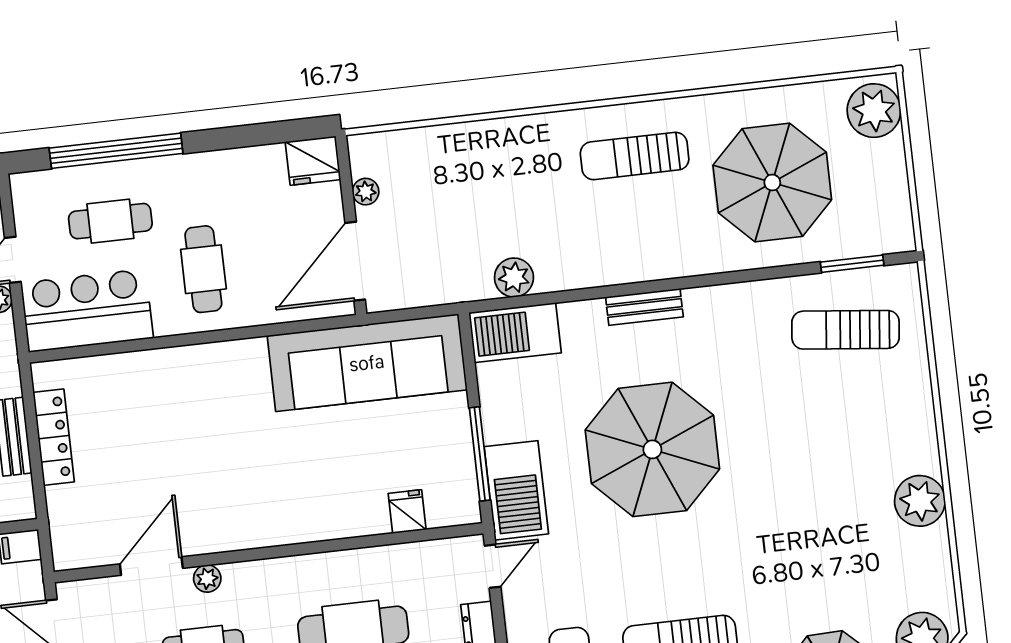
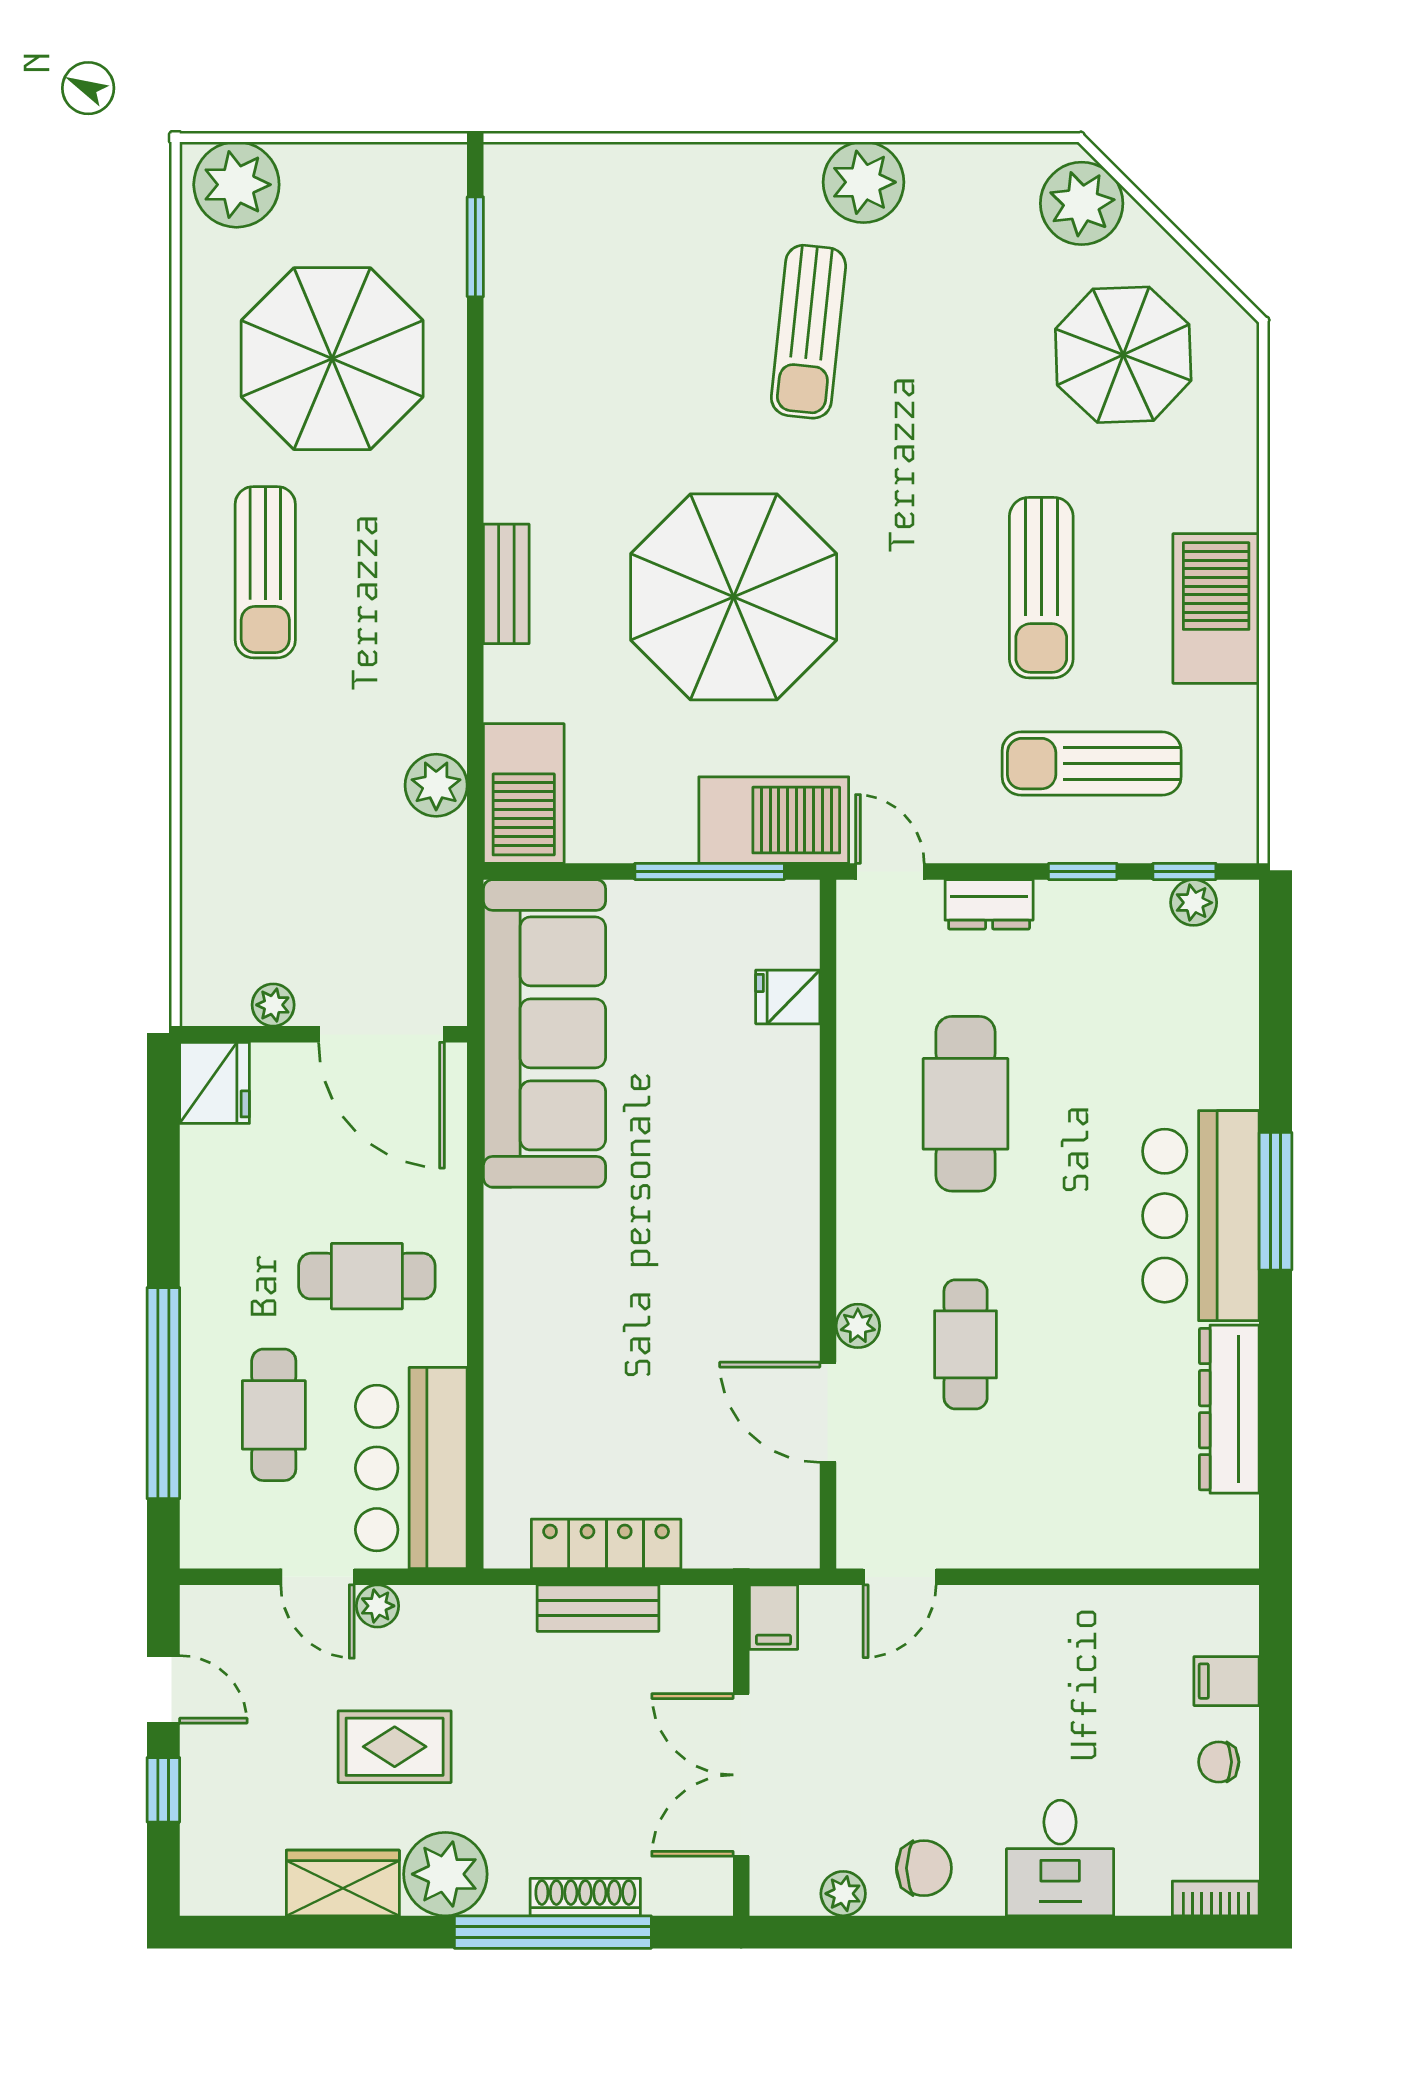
sun lounger: (846, 330) -> (808, 332), moved

